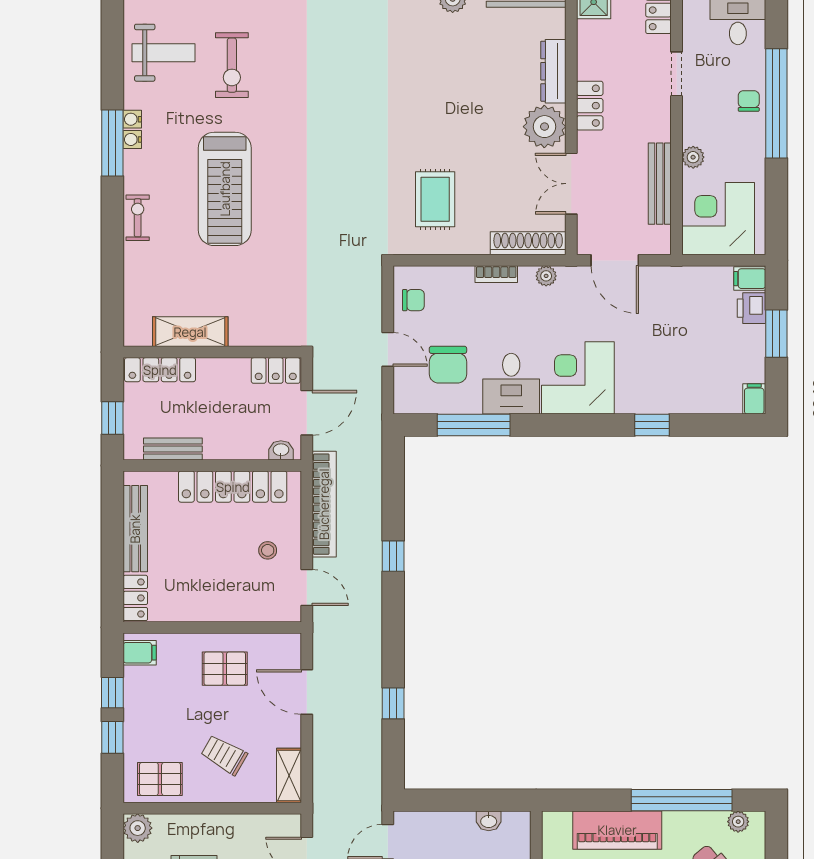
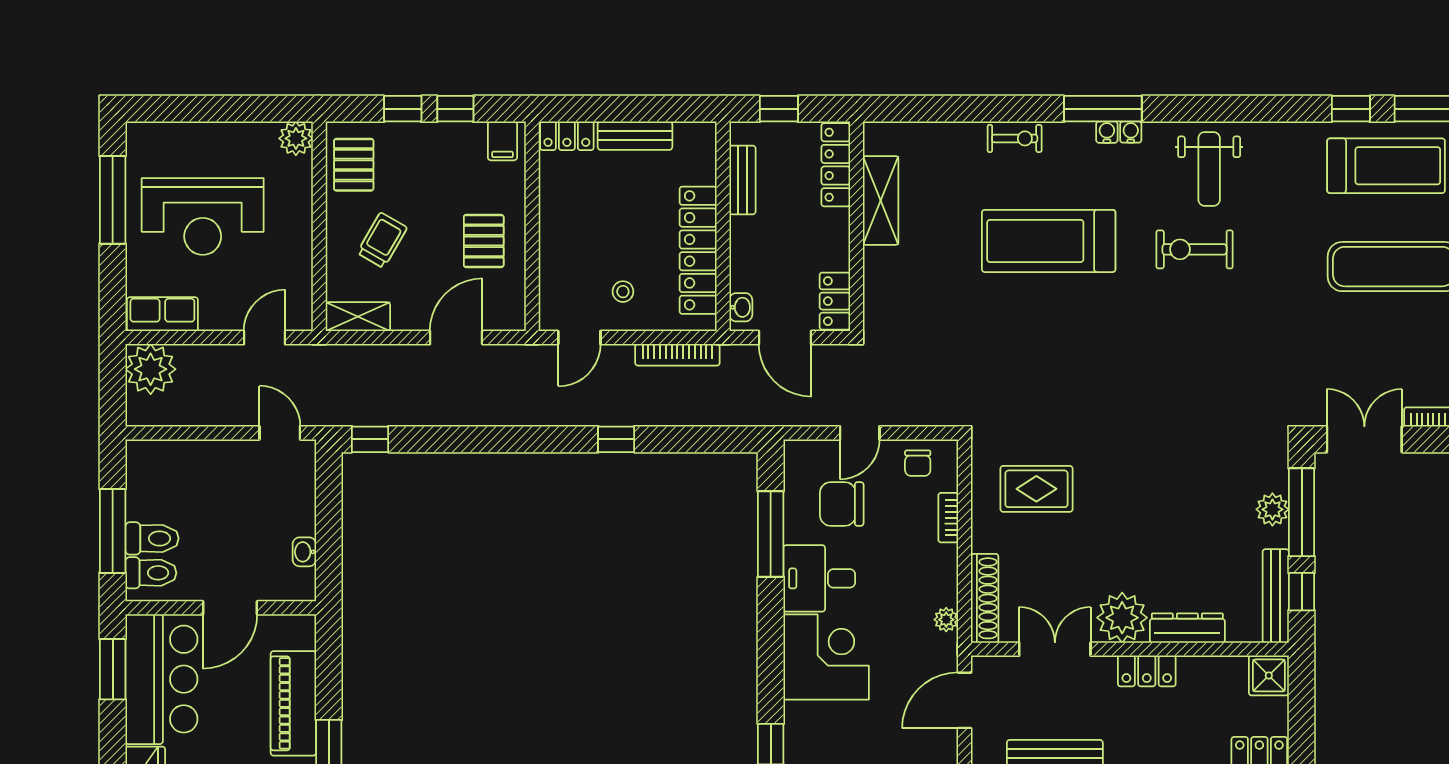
bookcase: (496, 274) -> (948, 518), moved
bookcase: (324, 504) -> (677, 355), width x0.68, depth x0.76
bench: (135, 529) -> (635, 136), width x0.73
window: (393, 703) -> (370, 439), moved

